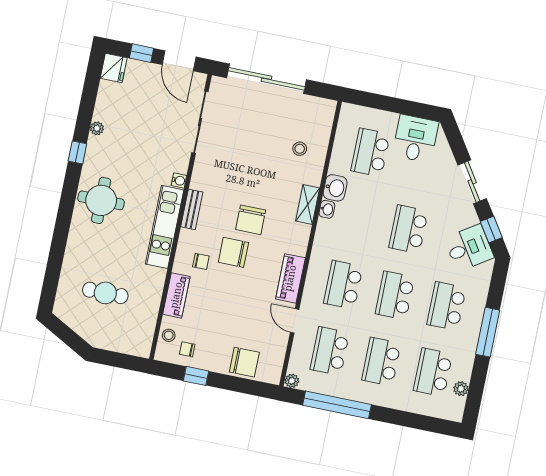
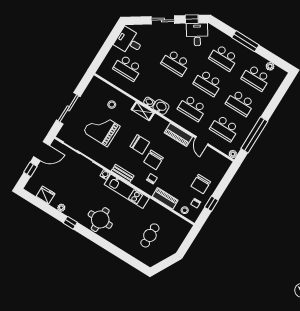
fridge: (114, 68) -> (46, 195), moved
sliding door: (267, 79) -> (68, 108), width x0.73
grand piano: (253, 147) -> (102, 129), added
washbasin: (335, 188) -> (161, 107), moved
door: (295, 321) -> (202, 141), hinge flipped
chair: (244, 362) -> (201, 184), moved, turned 180

